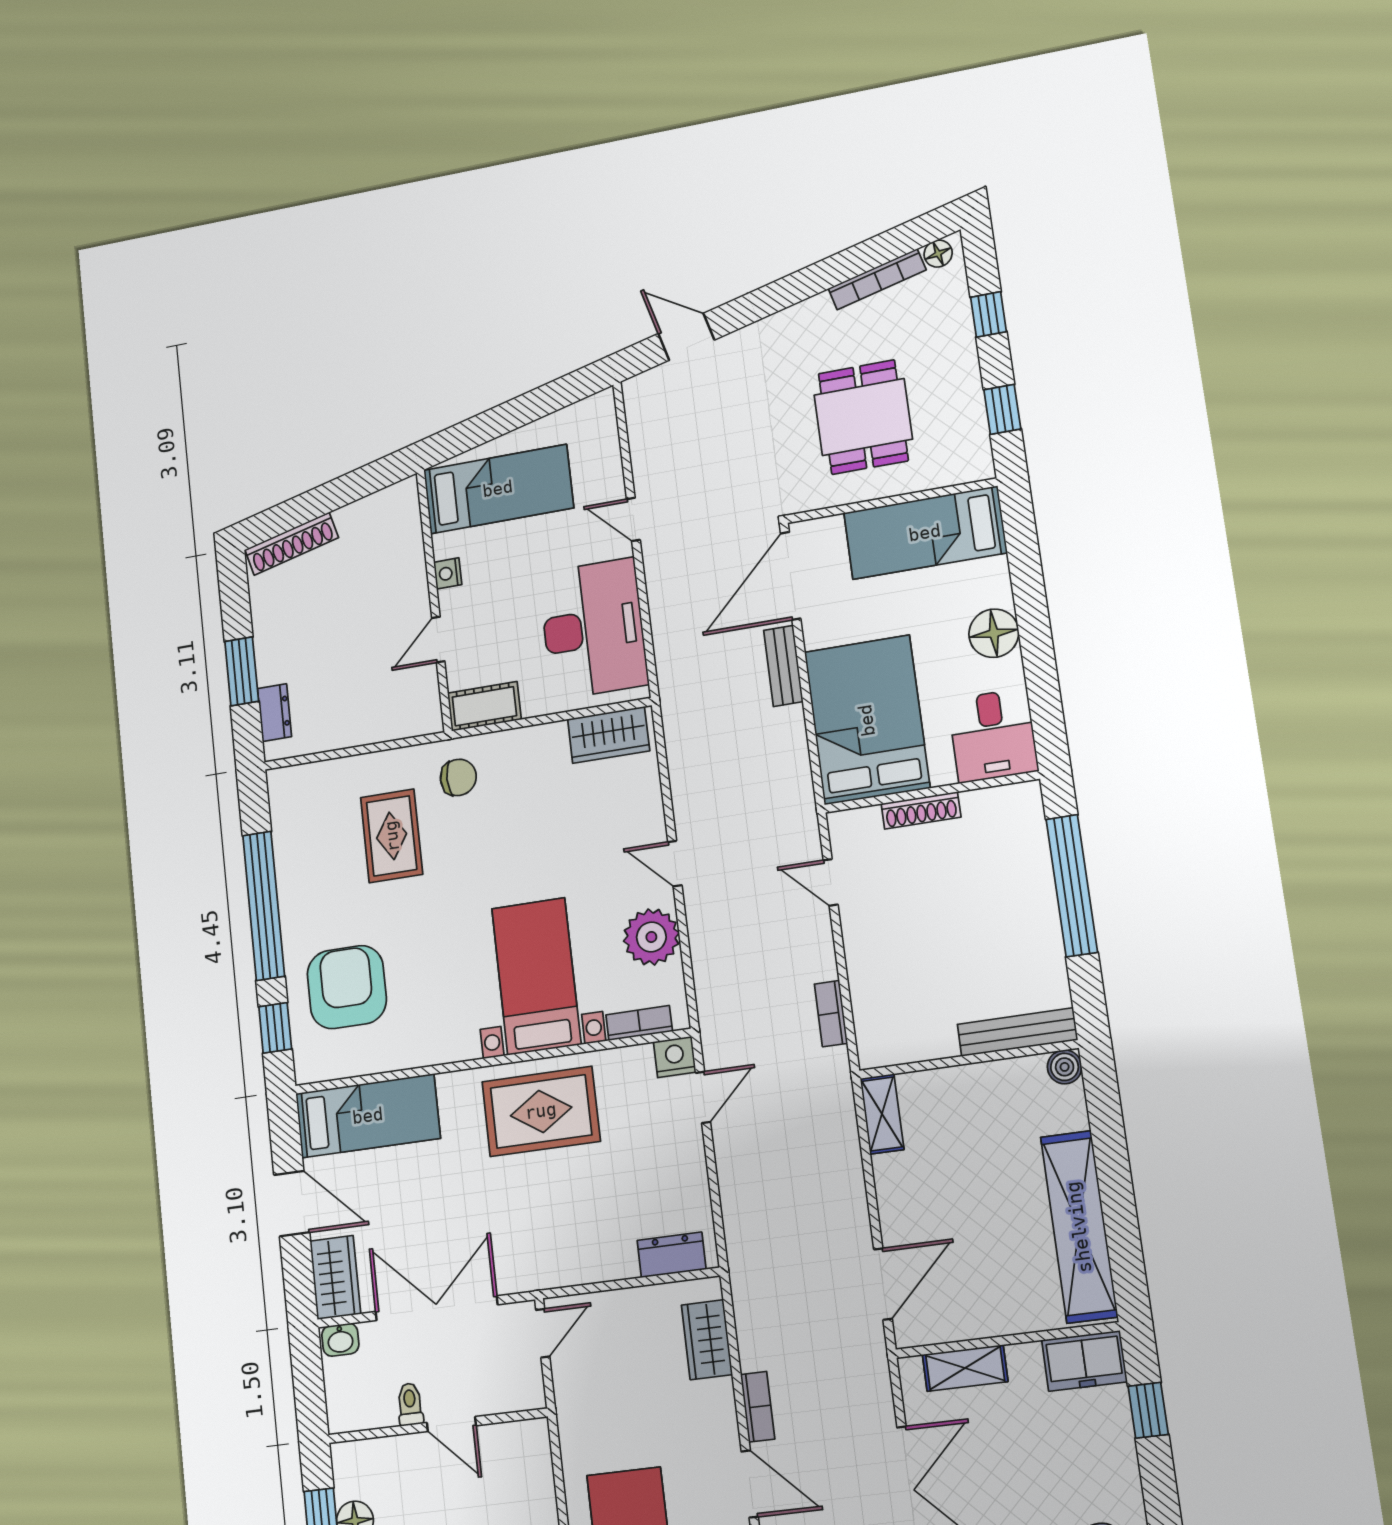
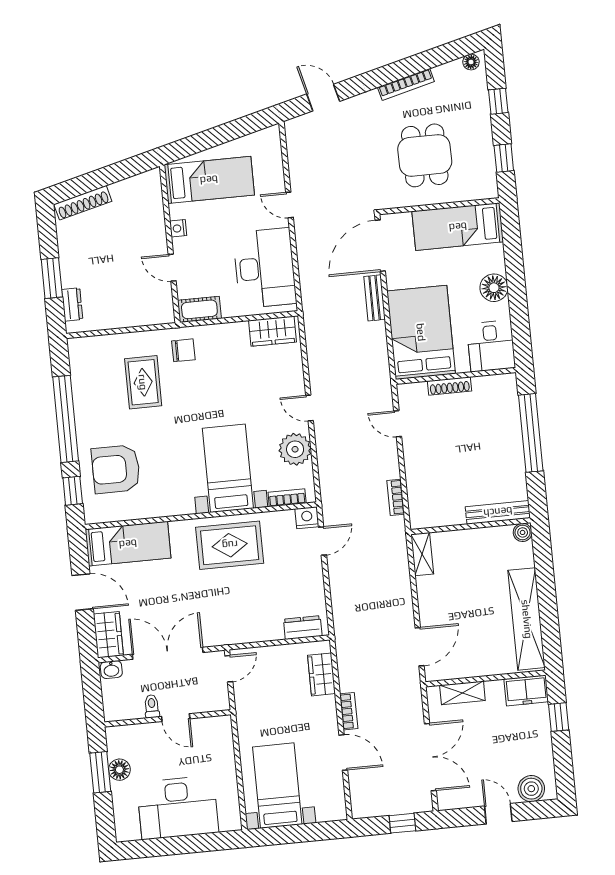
bookcase: (877, 279) -> (406, 84), moved
door: (438, 640) -> (172, 268), hinge flipped
armchair: (347, 987) -> (116, 469), turned -90

